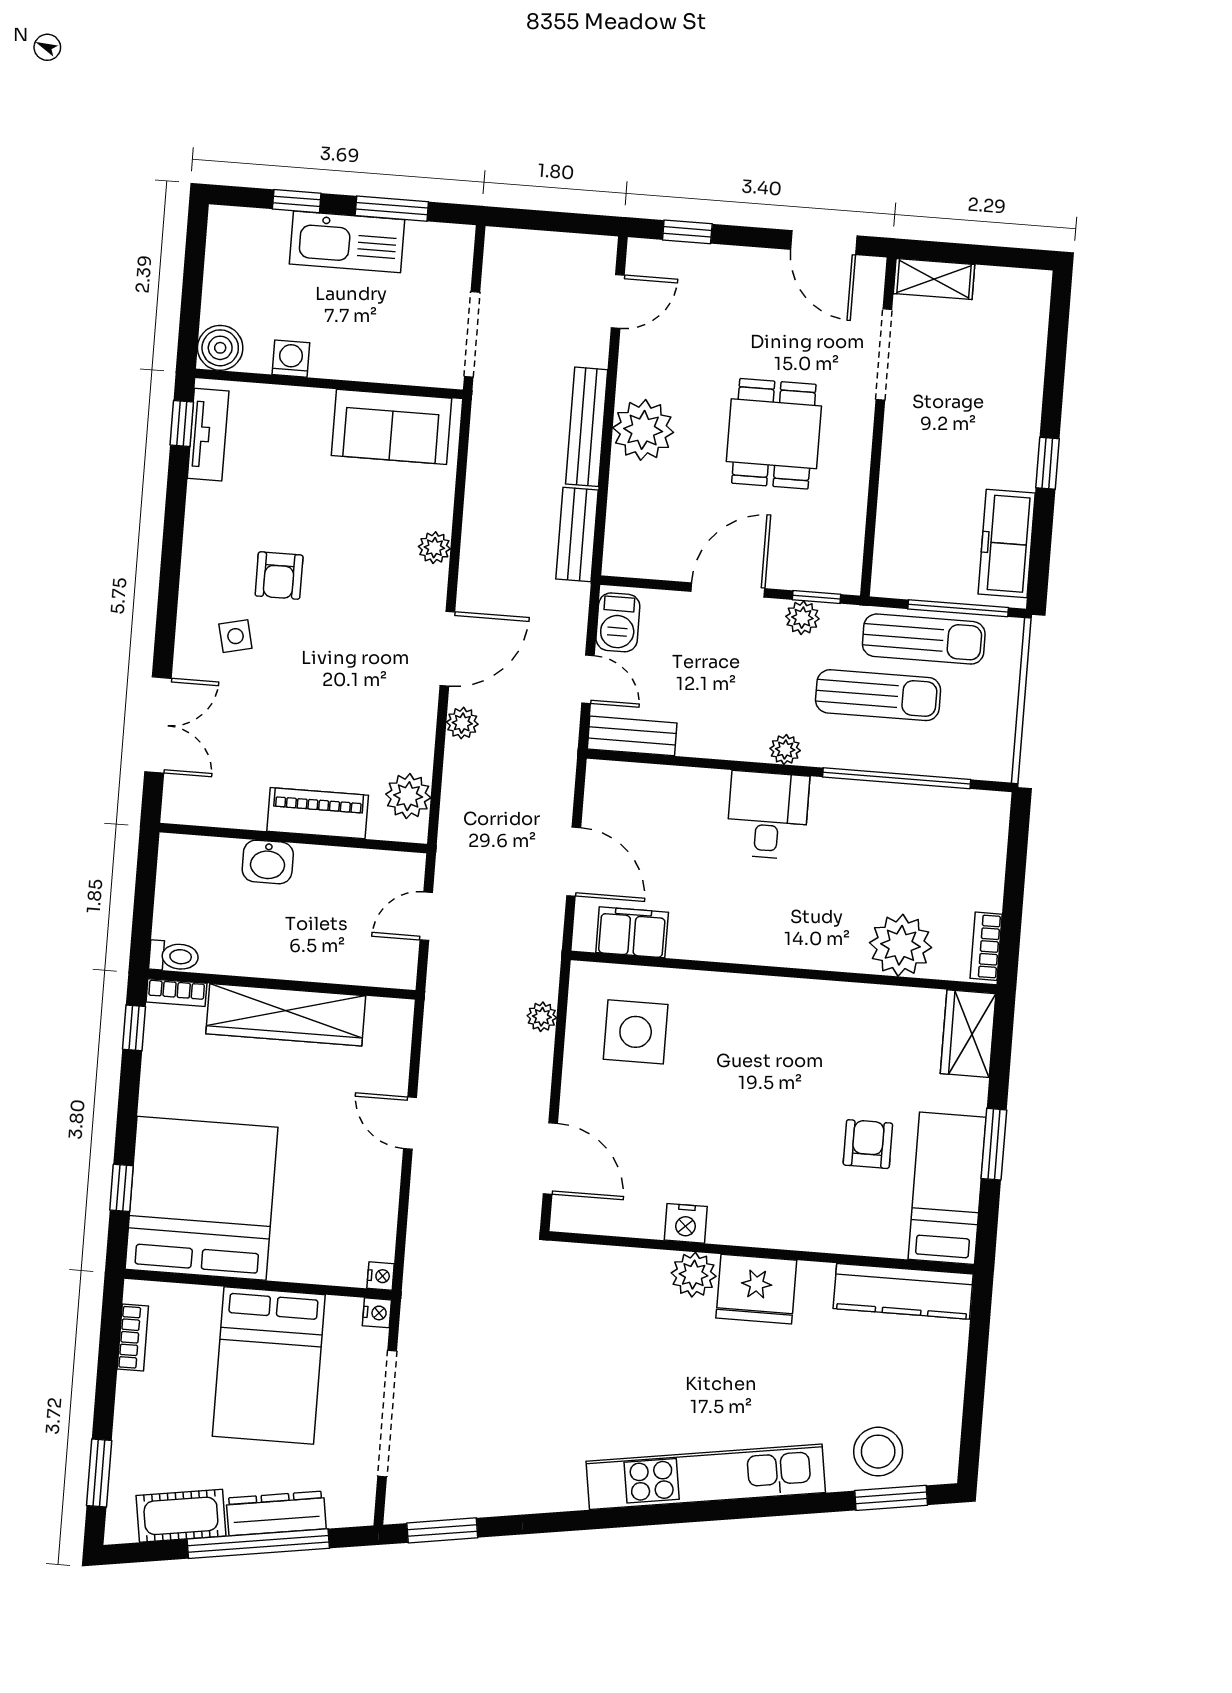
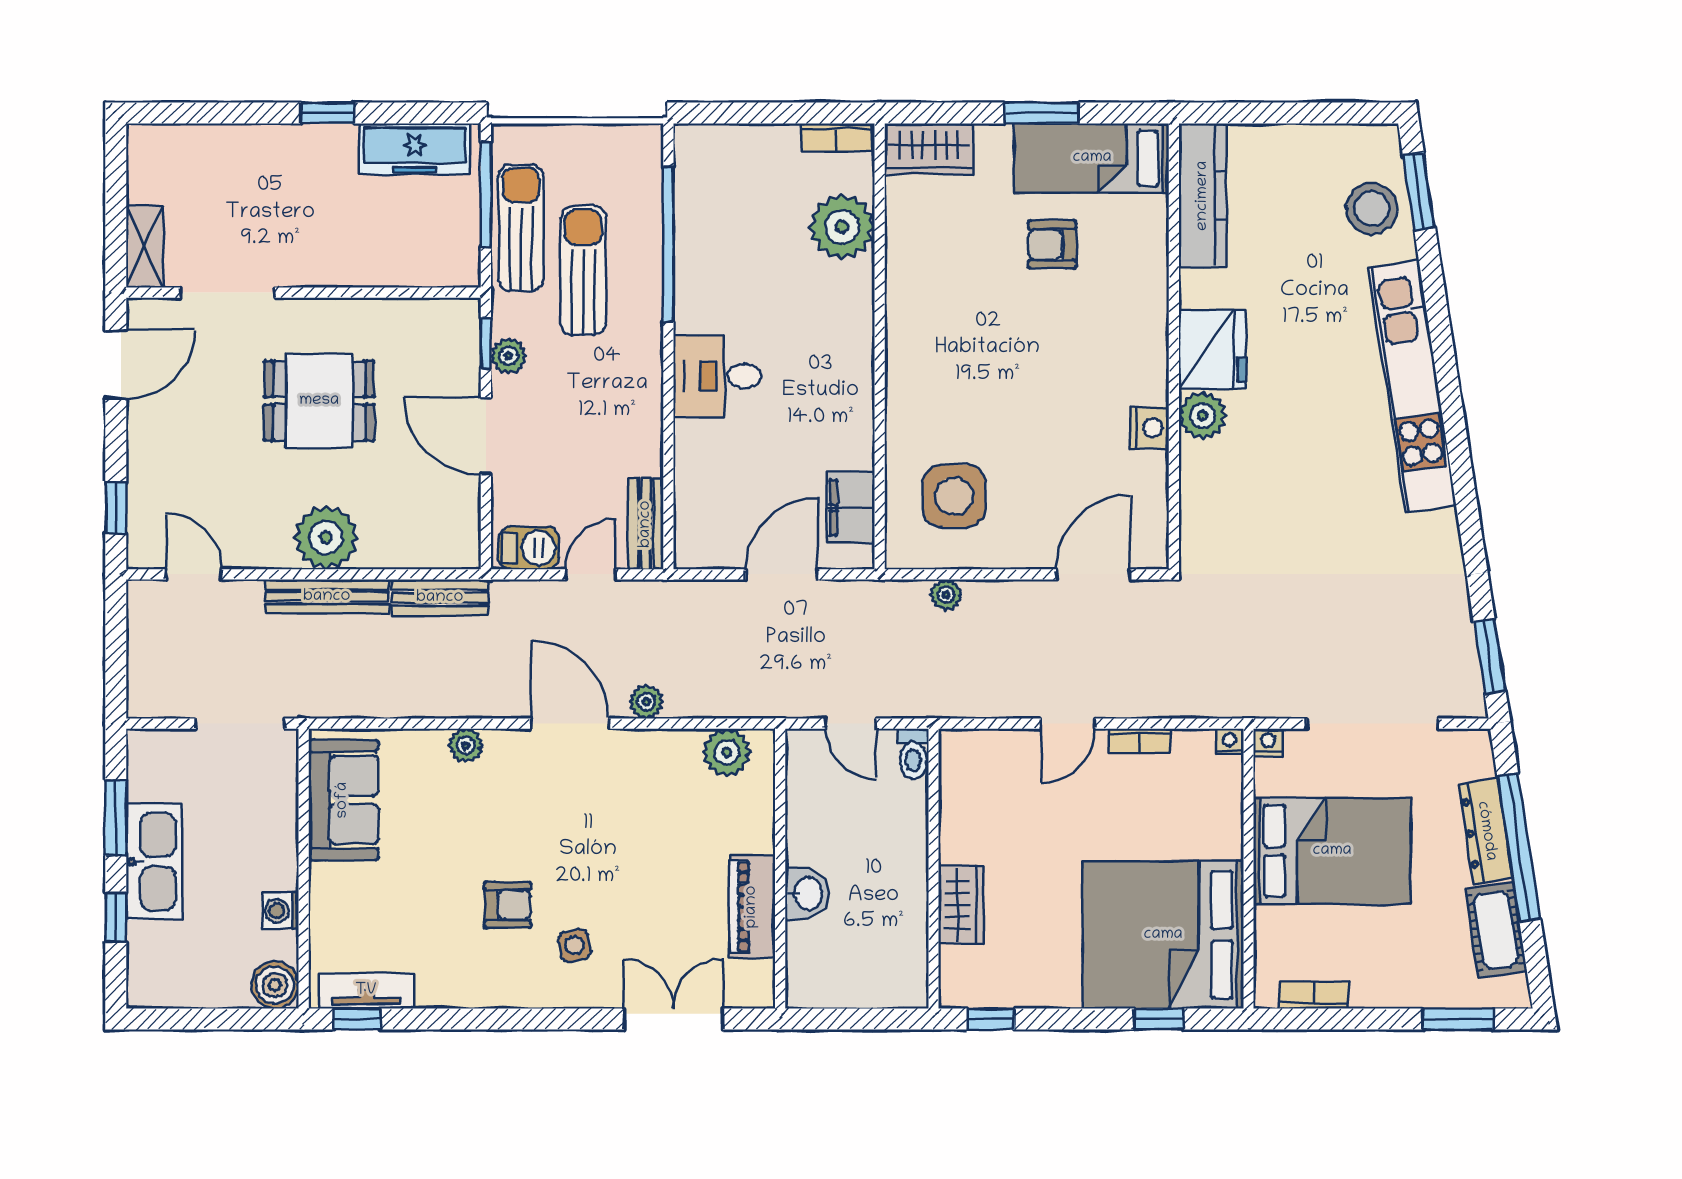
plant: (785, 749) -> (647, 363), removed
piano: (318, 813) -> (752, 907), moved
toilet: (174, 956) -> (913, 754), moved, turned 180
bookcase: (176, 993) -> (1140, 741), moved, turned 90
wardrobe: (286, 1015) -> (961, 905), width x0.48, depth x0.85

